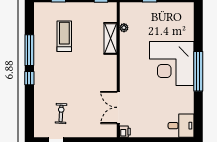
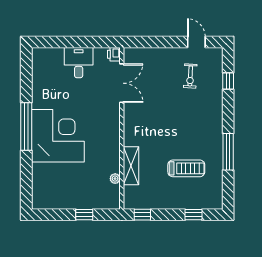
treadmill: (64, 36) -> (186, 168), turned -90
window: (29, 78) -> (228, 81), moved
desk: (181, 126) -> (79, 63), moved, turned 90

